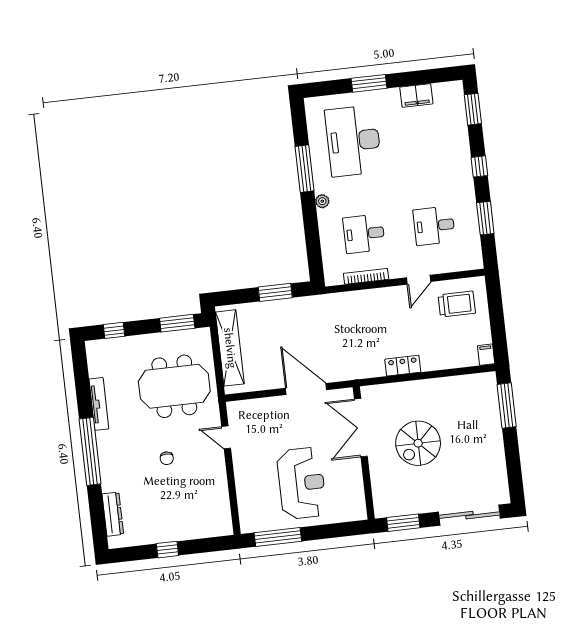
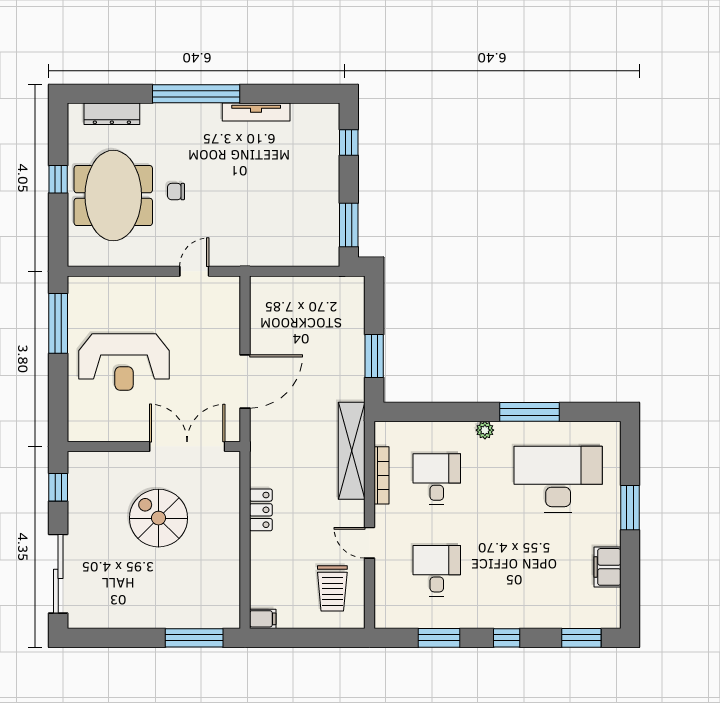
shelving: (230, 348) -> (352, 451), moved, turned 90
meeting table: (174, 386) -> (113, 196), moved
window: (403, 523) -> (58, 487), width x0.67

